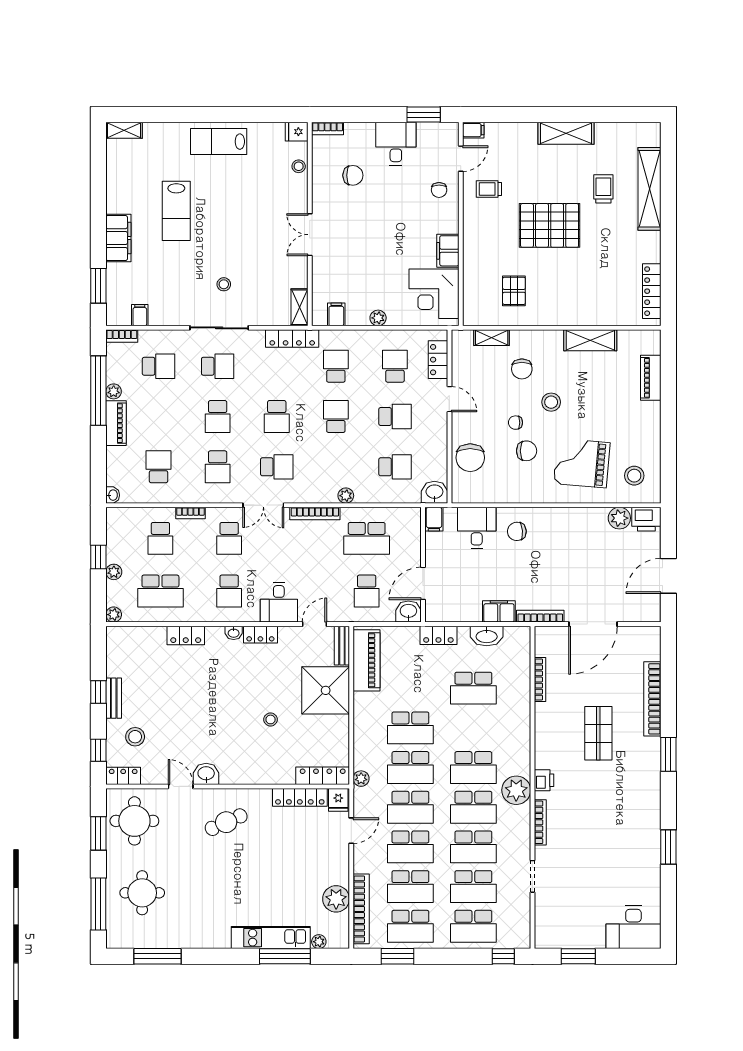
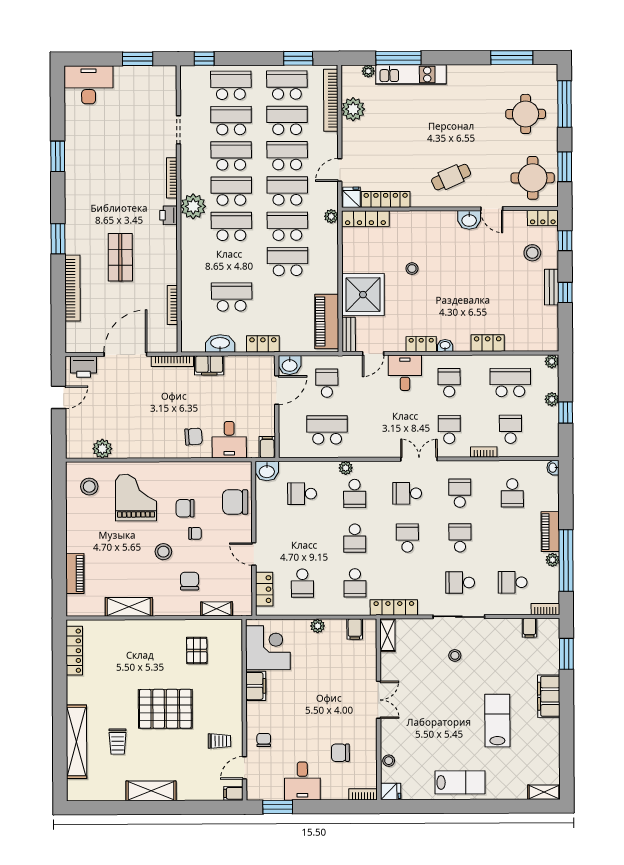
school desk: (395, 417) -> (355, 493), moved, turned -90
chair: (470, 458) -> (235, 502), turned -90
grand piano: (582, 463) -> (136, 498), turned -95
bookcase: (315, 514) -> (373, 452), removed
printer: (646, 519) -> (84, 367), moved, turned 180
door: (668, 576) -> (59, 397), width x0.73

